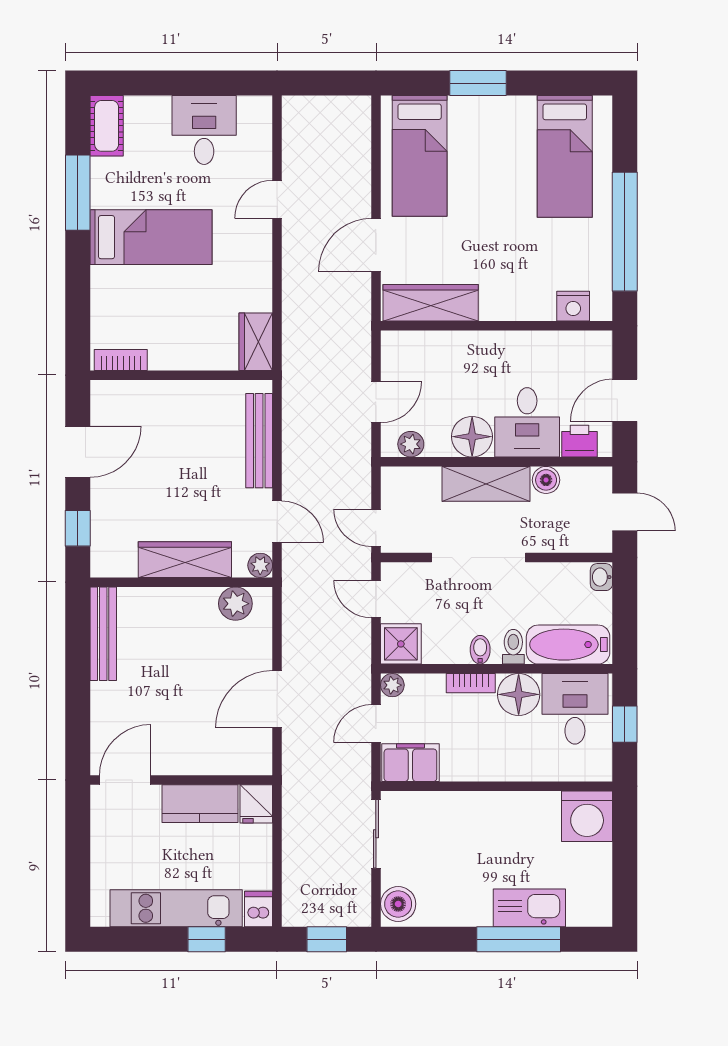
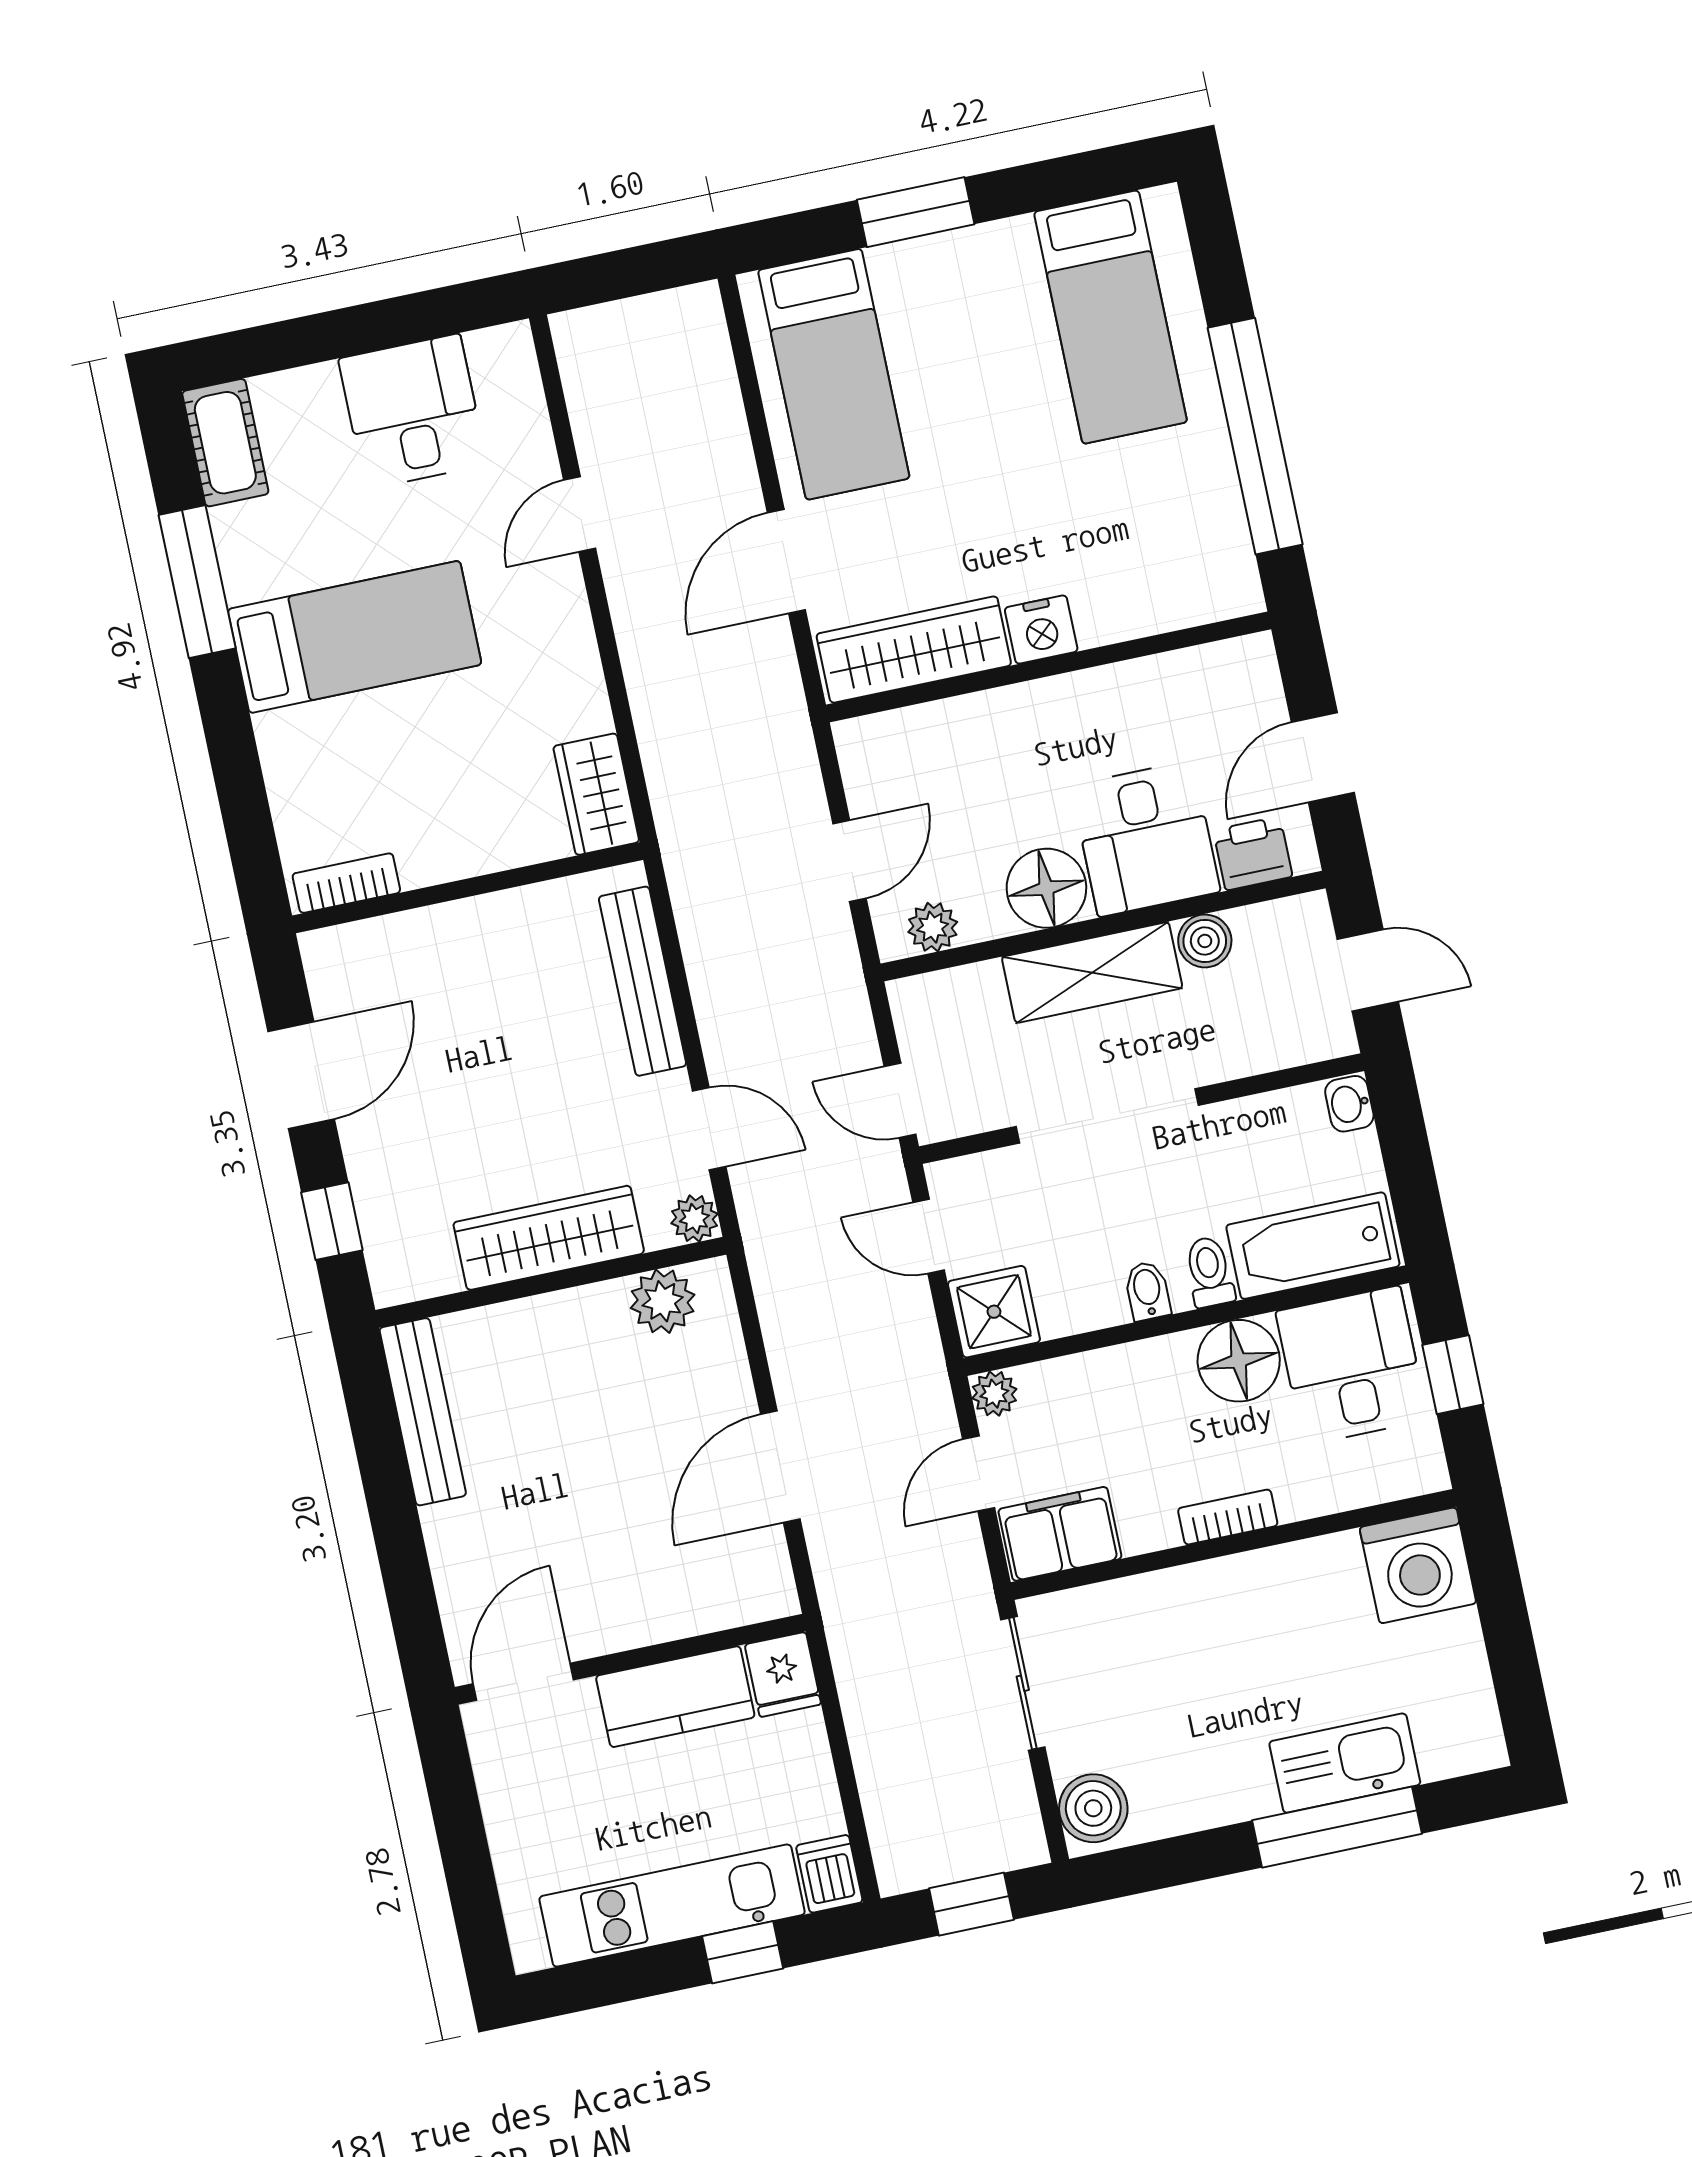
nightstand: (573, 306) -> (1041, 630), moved
bookcase: (471, 683) -> (1228, 1517), moved, turned 180

